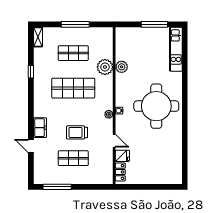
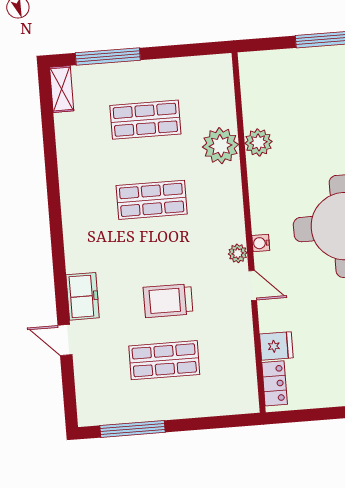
window: (75, 24) -> (108, 56), moved
window: (31, 72) -> (52, 170), removed
shop shelf: (73, 88) -> (152, 200), width x0.70, depth x0.74
door: (114, 141) -> (253, 285), moved

